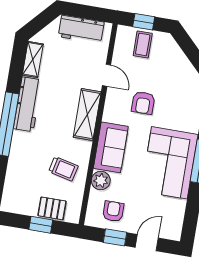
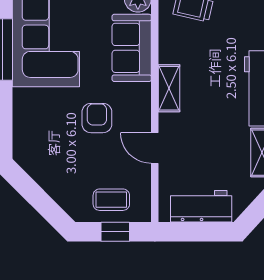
coffee table: (143, 44) -> (111, 200), turned 90
shelving: (87, 115) -> (169, 88), width x0.67, depth x0.75

